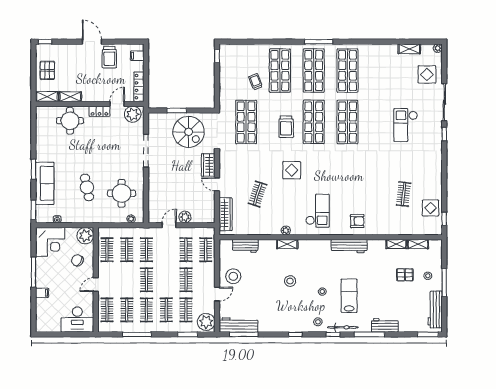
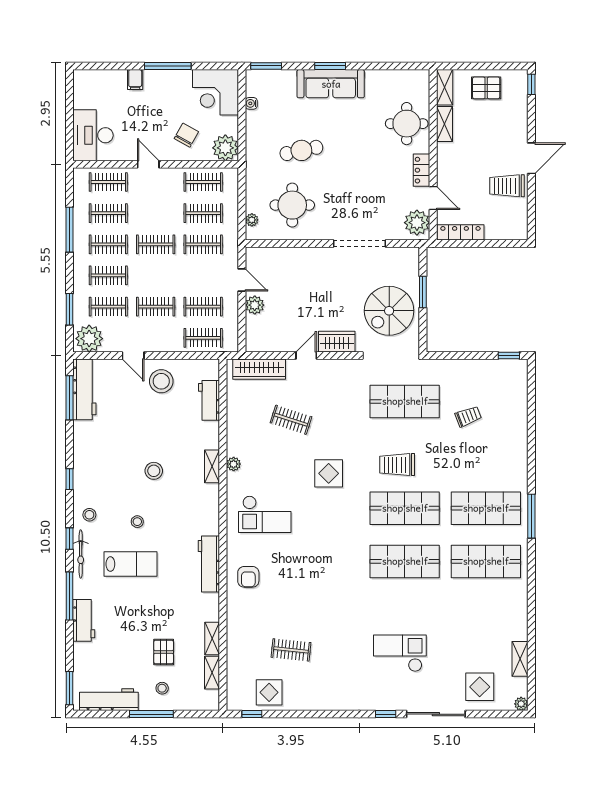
filing cabinet: (137, 56) -> (509, 230), removed
shop shelf: (280, 71) -> (486, 455), removed
sofa: (45, 183) -> (331, 84), moved

